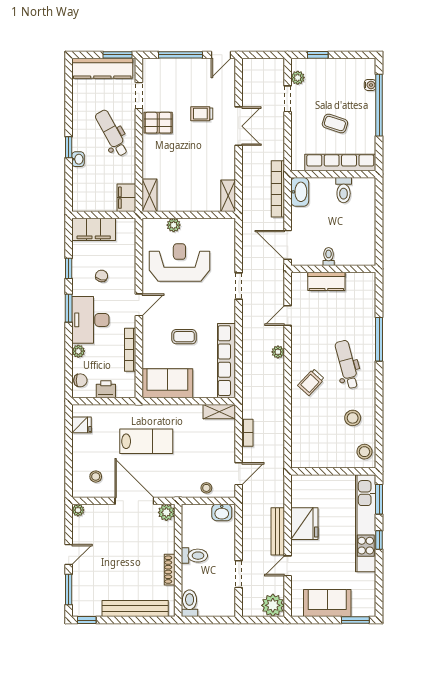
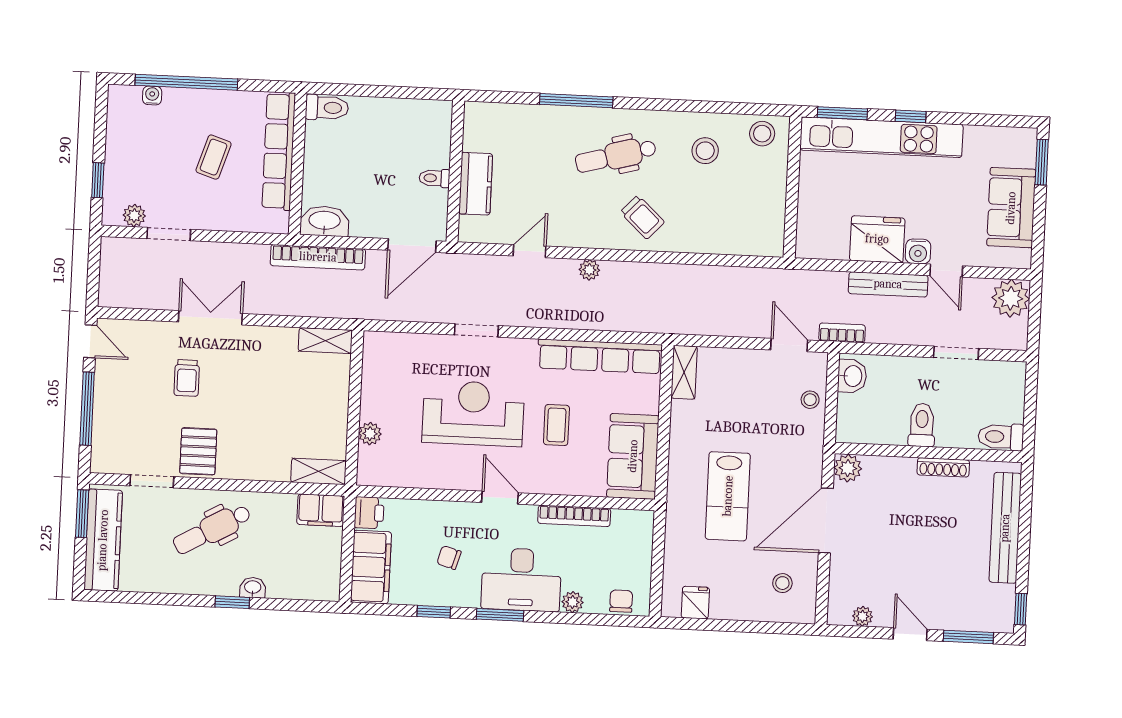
toilet: (344, 190) -> (327, 108), moved
reception desk: (179, 262) -> (473, 413), moved, turned 90
door: (288, 316) -> (530, 251), swing flipped
printer: (106, 389) -> (369, 513), moved, turned 180
bookcase: (247, 433) -> (842, 333), moved
lab bench: (146, 441) -> (728, 496), turned 180
plant: (78, 510) -> (863, 616), moved
water cooler: (298, 548) -> (918, 251), added

